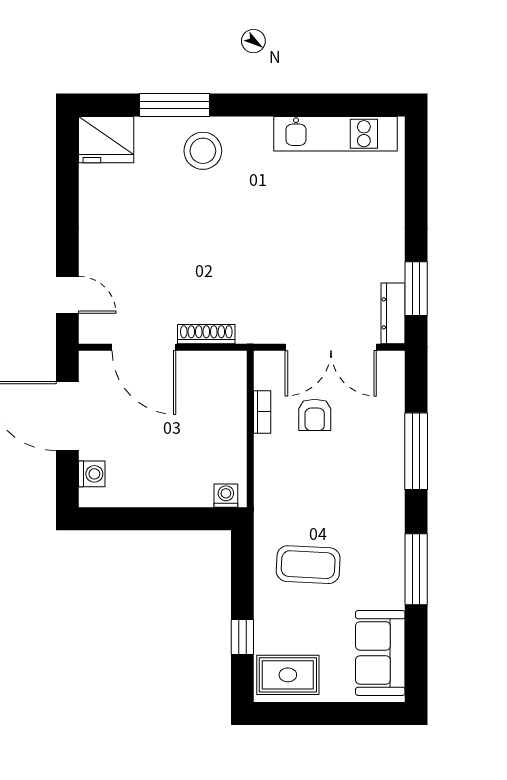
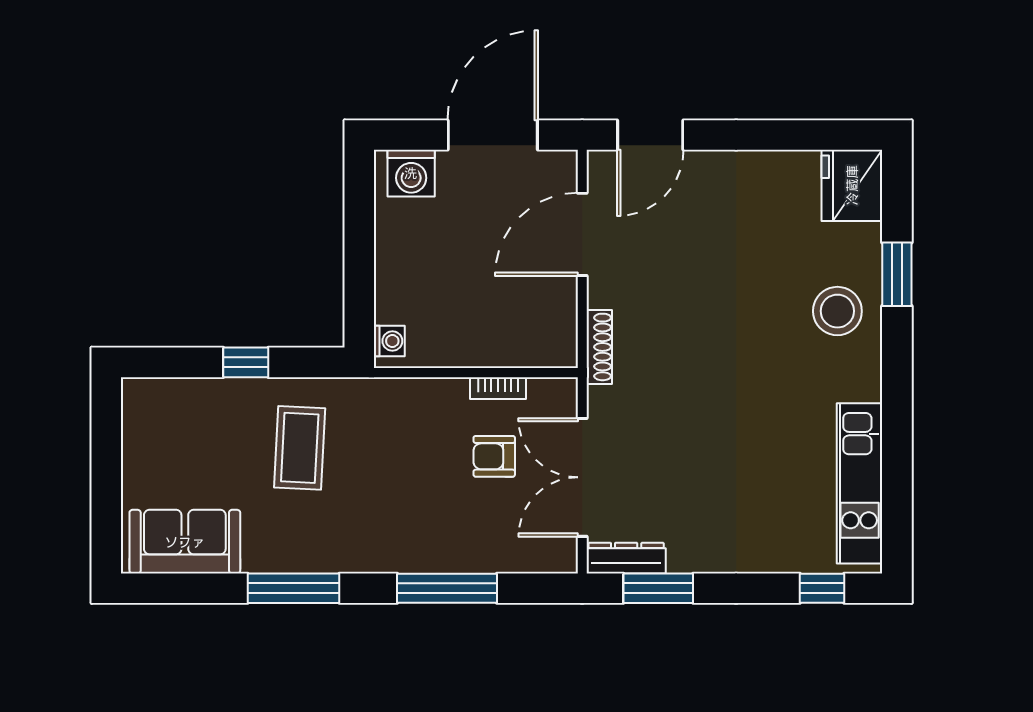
window: (174, 105) -> (897, 274), width x0.69
window: (416, 163) -> (822, 588), added
door: (67, 295) -> (650, 135), width x1.38
shoe rack: (206, 334) -> (599, 347), moved
washing machine: (92, 474) -> (411, 173), width x1.38, depth x1.38
window: (242, 637) -> (246, 362), moved
rug: (288, 675) -> (156, 421), removed

